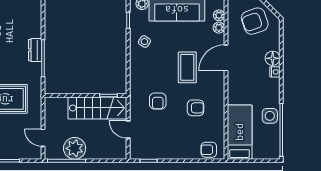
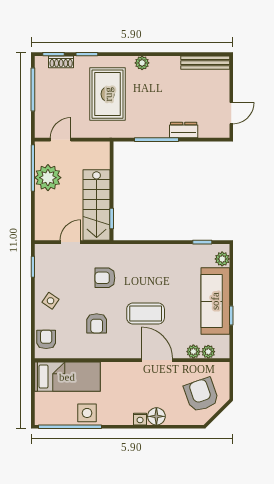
side table: (144, 42) -> (51, 301), moved
dresser: (35, 50) -> (184, 130), moved

